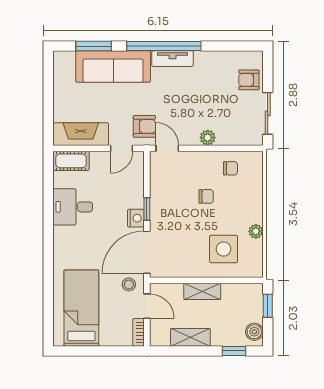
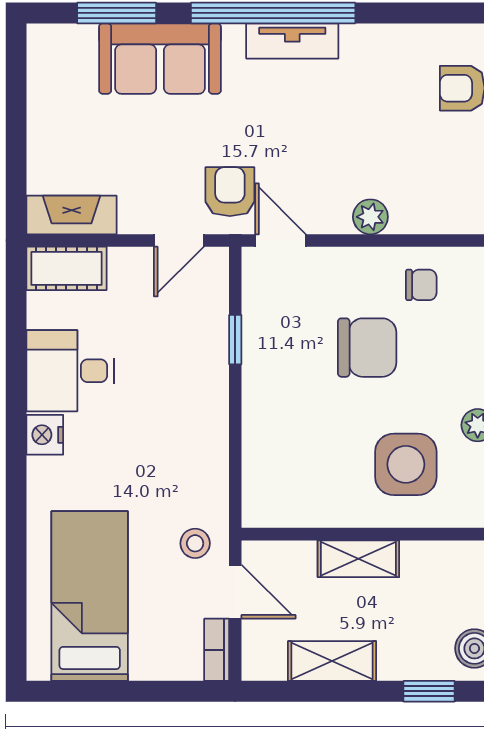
sofa: (113, 67) -> (160, 59), width x0.73
armchair: (144, 126) -> (230, 192), turned -90
fireplace: (81, 134) -> (72, 215), width x0.73, depth x0.76
chair: (206, 196) -> (367, 348), width x1.87, depth x1.87
window: (147, 209) -> (235, 340), moved
nightstand: (136, 218) -> (45, 435), moved, turned 180
door: (147, 252) -> (235, 472), removed

